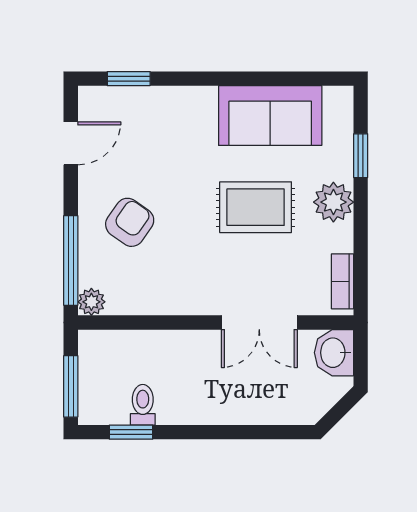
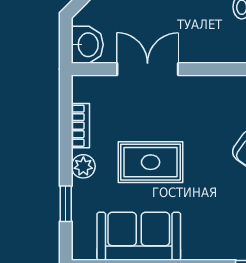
plant: (333, 202) -> (83, 166), width x0.73, depth x0.73
bookcase: (342, 281) -> (80, 126), moved

